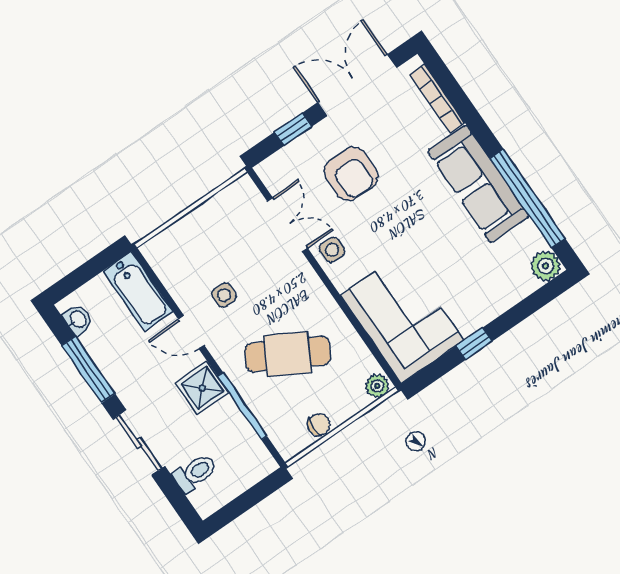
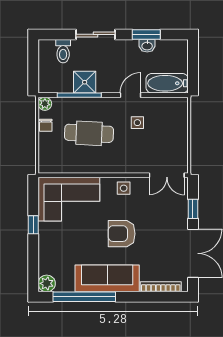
armchair: (351, 174) -> (122, 234), moved
double door: (287, 225) -> (167, 175), moved
washbasin: (78, 320) -> (147, 46), moved
cafe table: (288, 354) -> (89, 133), turned 64
window: (88, 370) -> (146, 34), width x0.69
plant: (377, 386) -> (45, 104), moved
shower: (202, 388) -> (85, 82), moved

